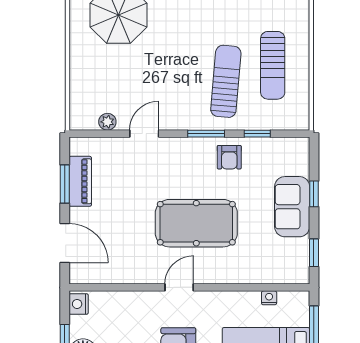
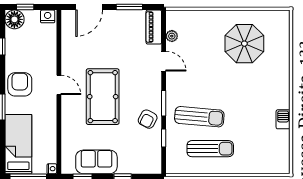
sun lounger: (273, 65) -> (210, 149), turned 180
armchair: (229, 157) -> (148, 119), turned -62
piano: (80, 181) -> (154, 27), moved, turned 90
sofa: (292, 207) -> (96, 162), moved
nightstand: (269, 298) -> (52, 169), moved

